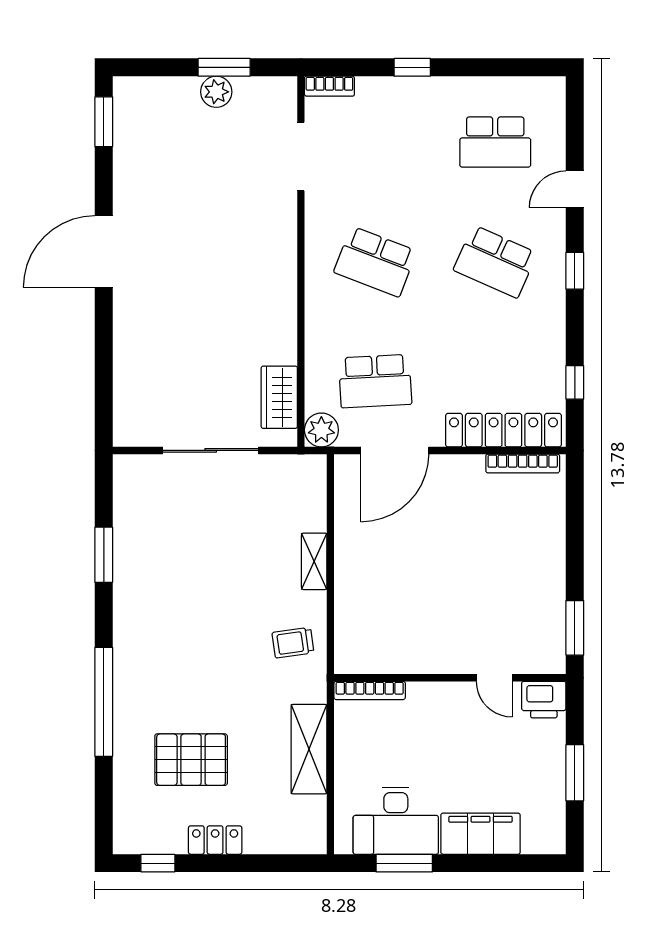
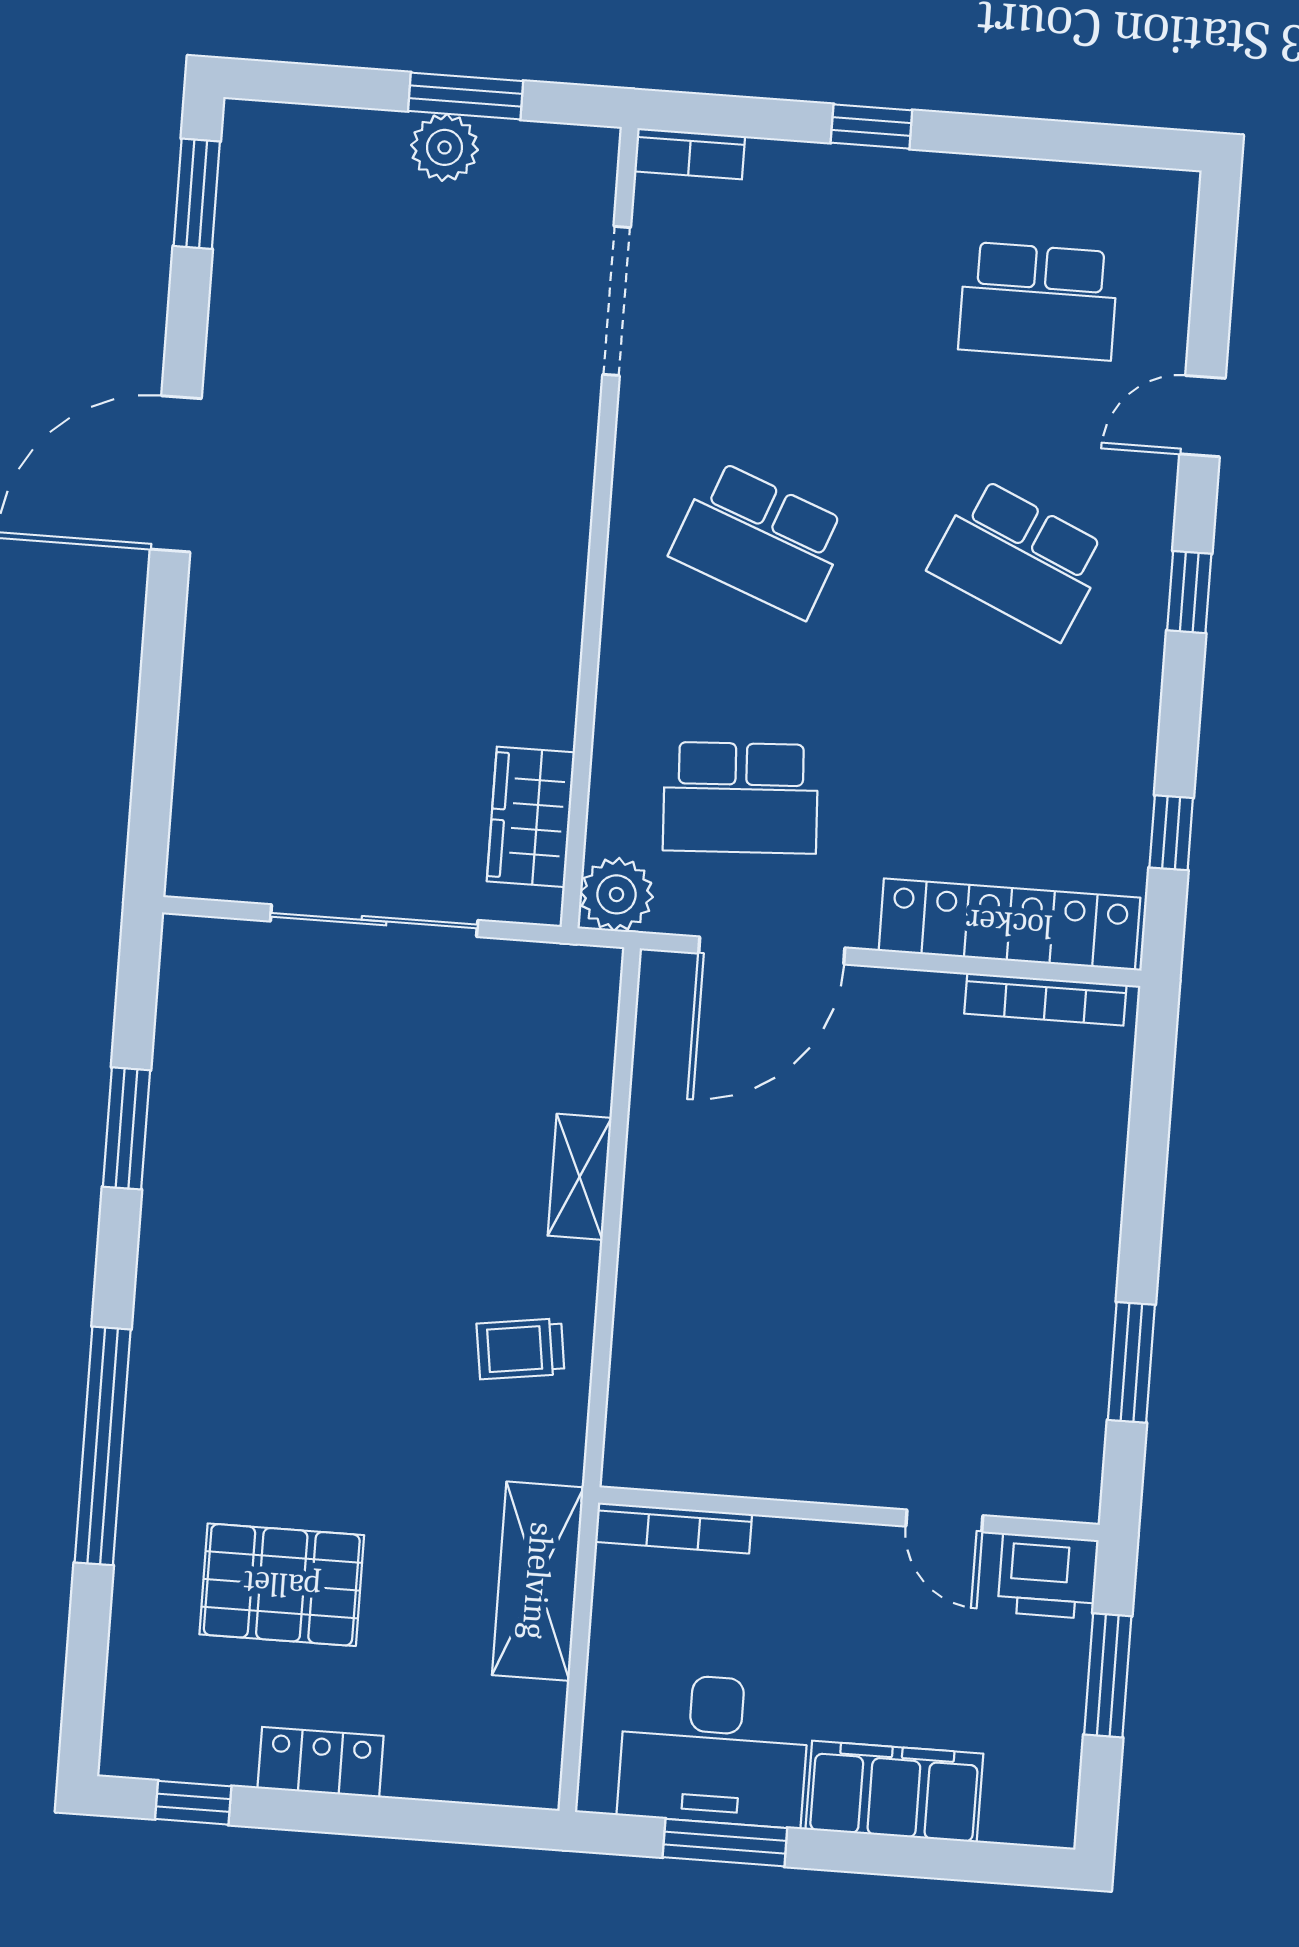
wall: (450, 678) -> (849, 1514), moved
door: (494, 678) -> (944, 1521), moved
bookcase: (370, 690) -> (674, 1528), moved
printer: (544, 700) -> (1048, 1576), moved

